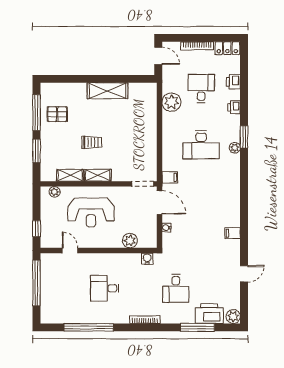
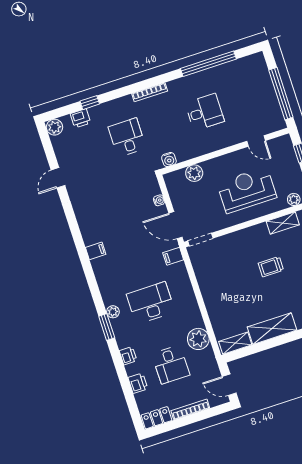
shelving: (98, 175) -> (235, 343), moved
filing cabinet: (233, 233) -> (96, 251), moved
printer: (209, 314) -> (80, 118), width x0.53, depth x0.68
window: (197, 327) -> (90, 103), width x0.46

